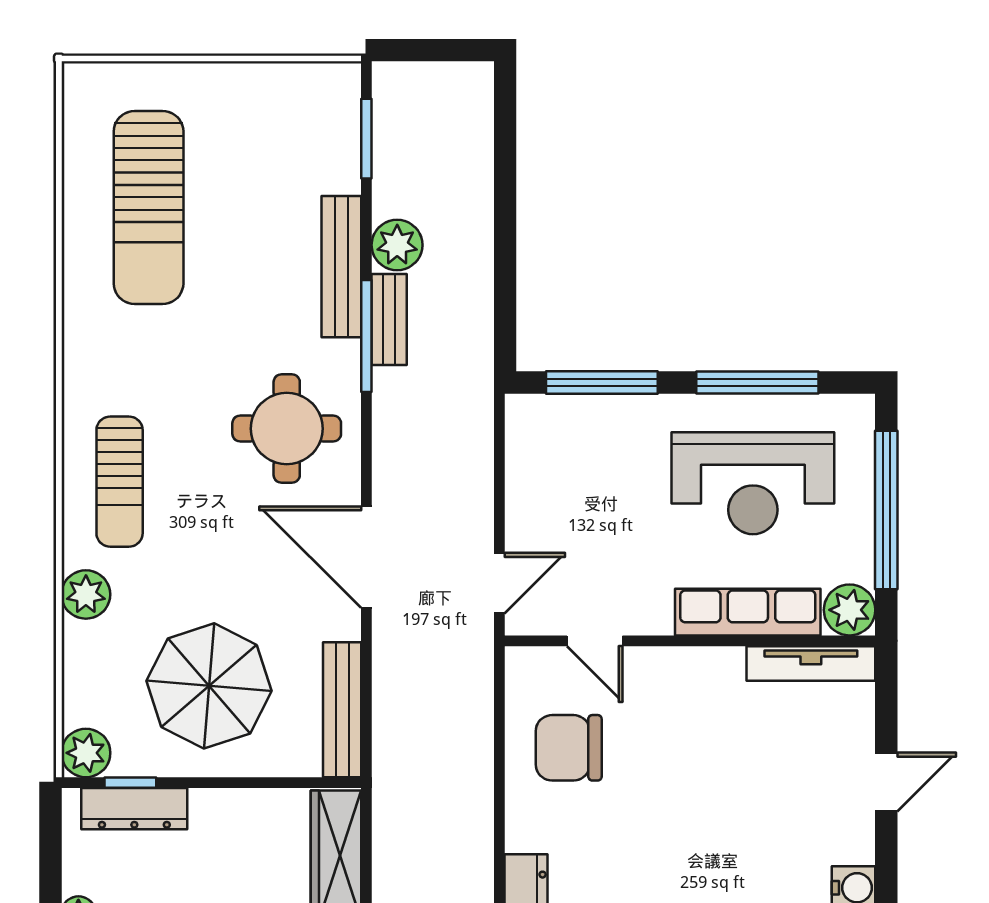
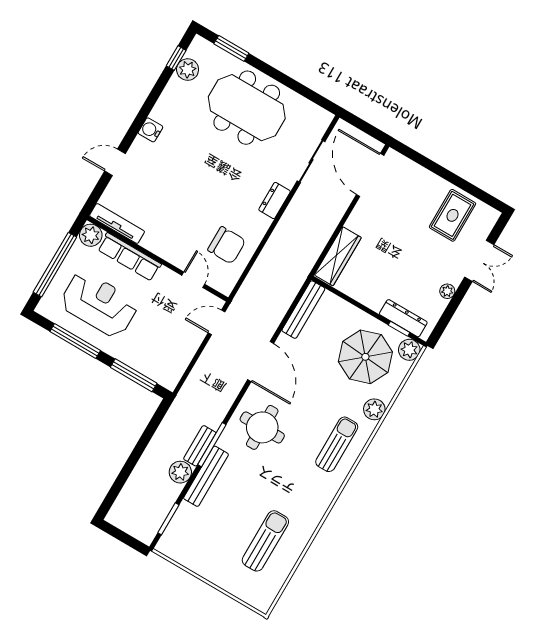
sun lounger: (149, 207) -> (265, 541), width x0.73, depth x0.75
parasol: (209, 686) -> (365, 357), moved

